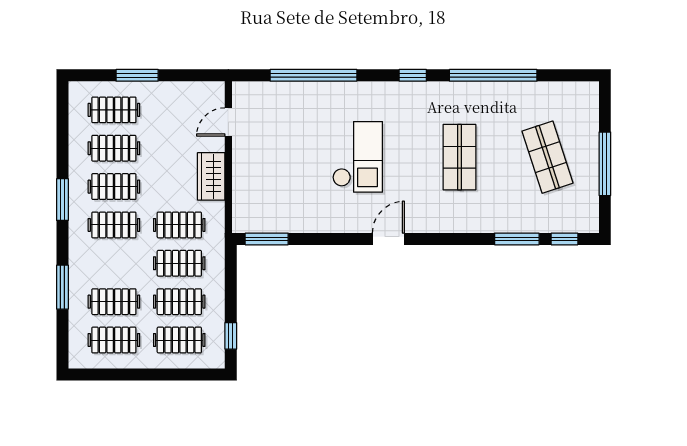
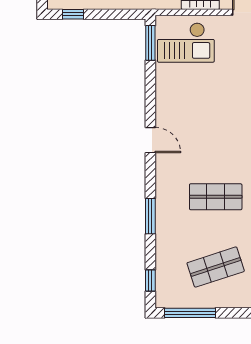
checkout: (358, 157) -> (186, 42), moved
window: (605, 164) -> (190, 313), moved
window: (517, 239) -> (150, 216), moved

